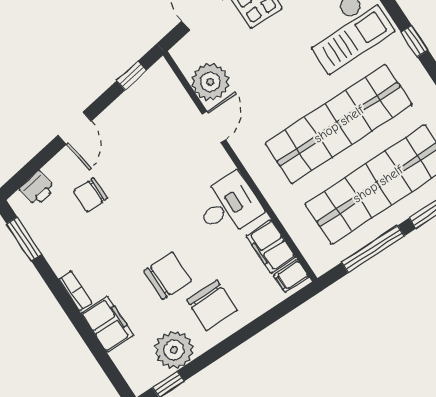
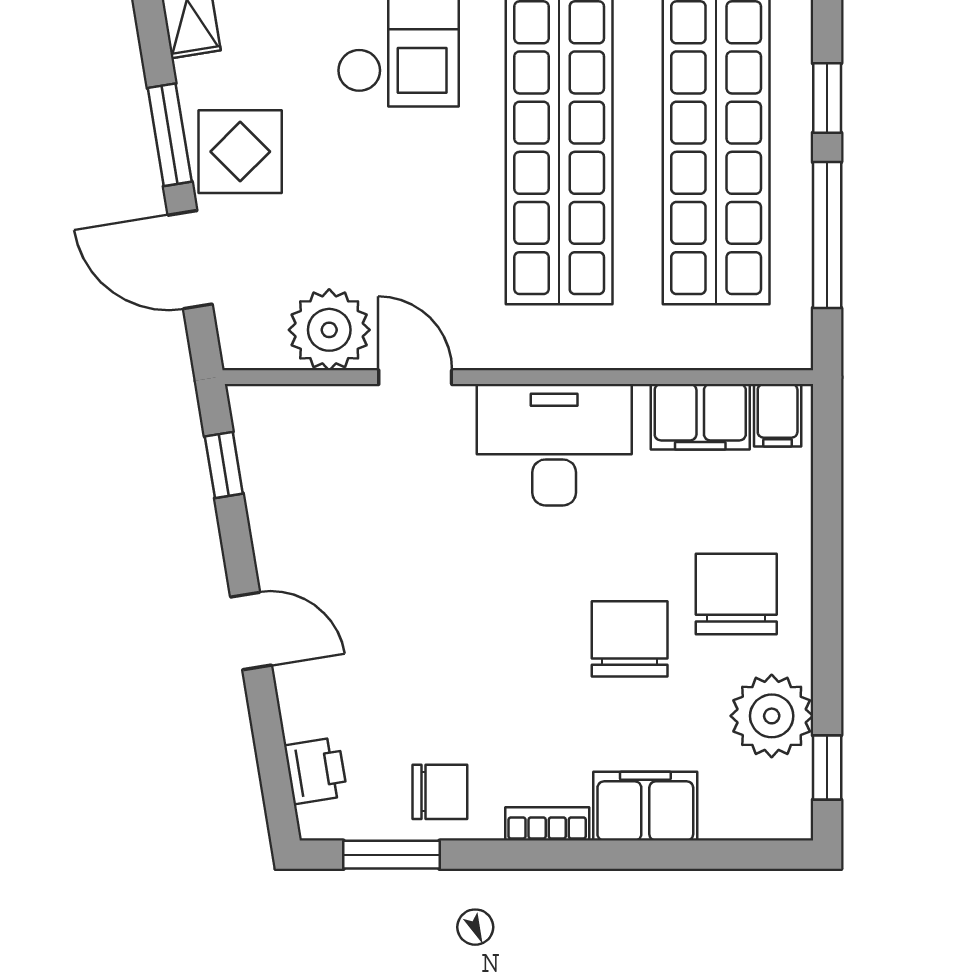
chair: (90, 195) -> (440, 792), moved, turned -90
desk: (228, 206) -> (554, 445), width x1.37
chair: (212, 305) -> (736, 594), turned -90

